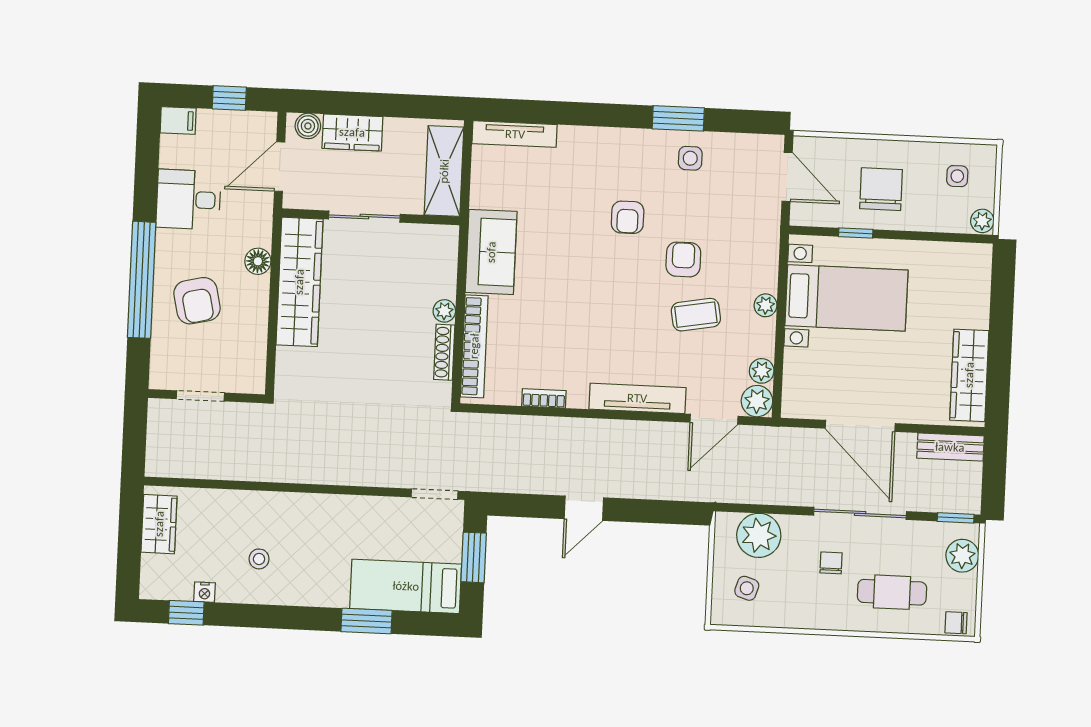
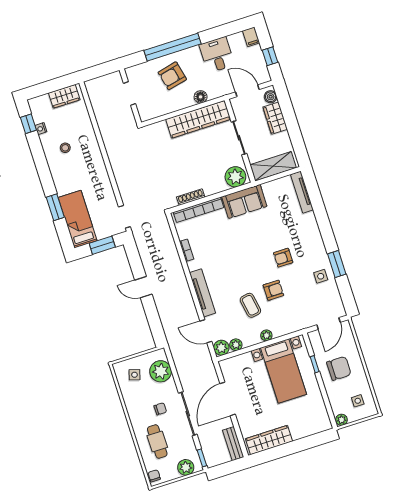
plant: (444, 311) -> (235, 177), moved, width x1.87, depth x1.87

